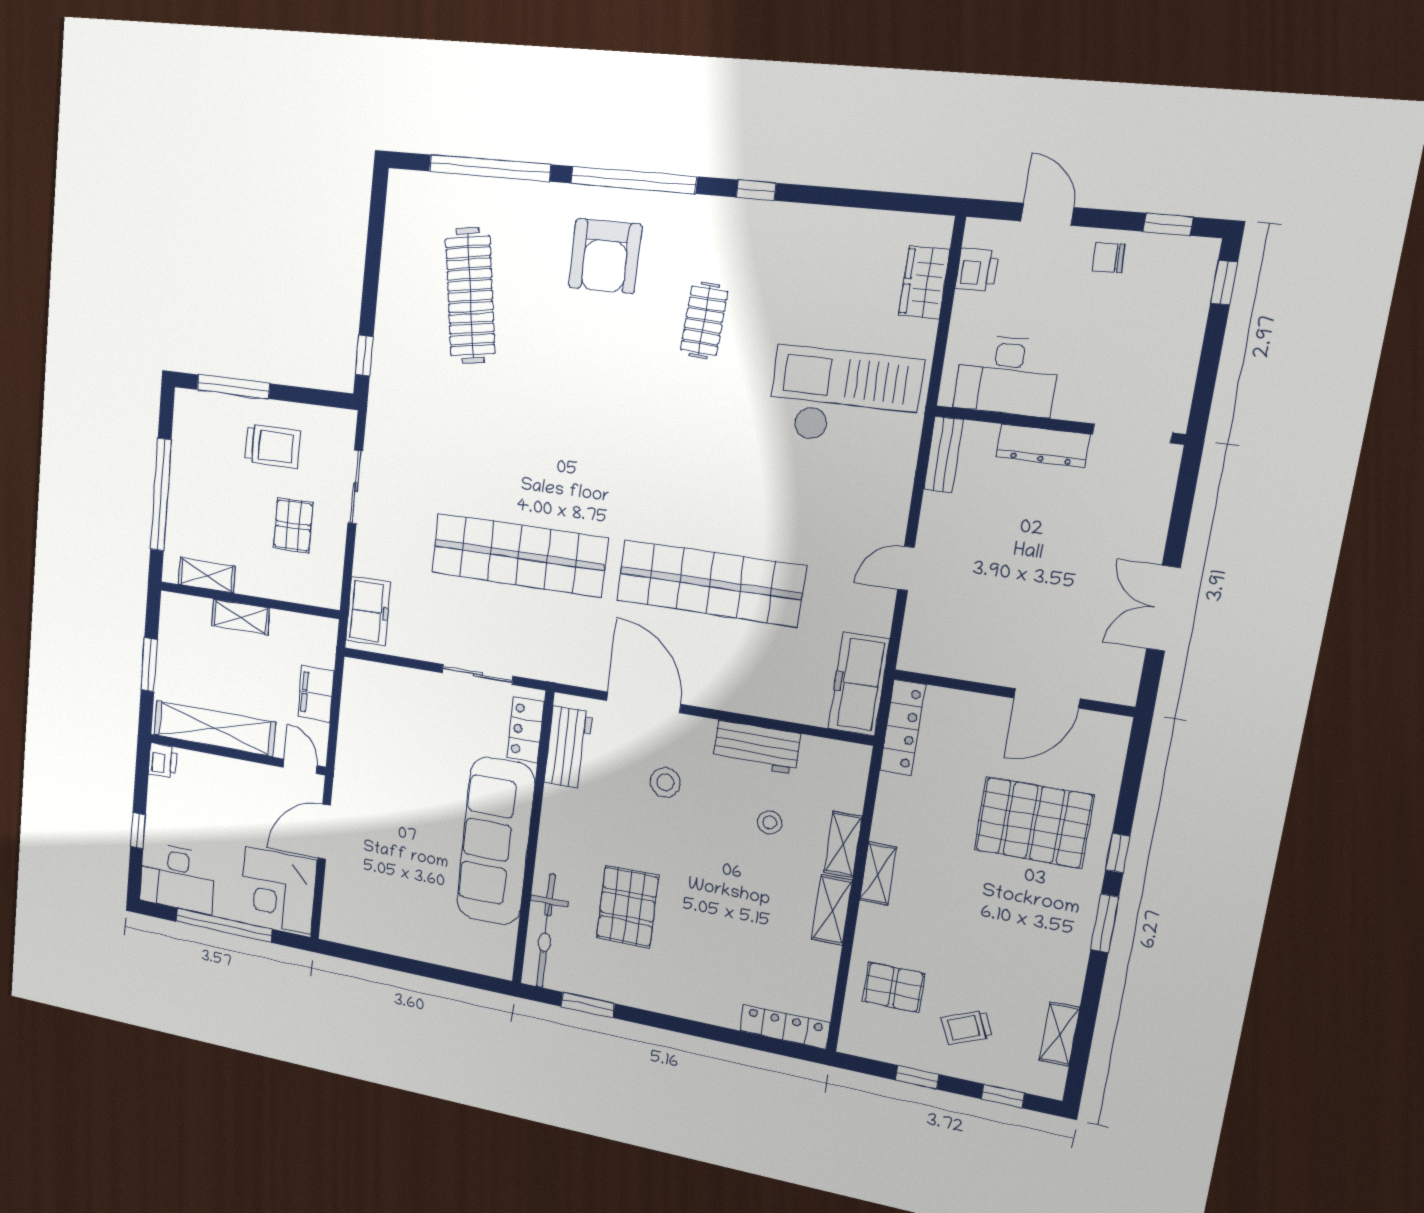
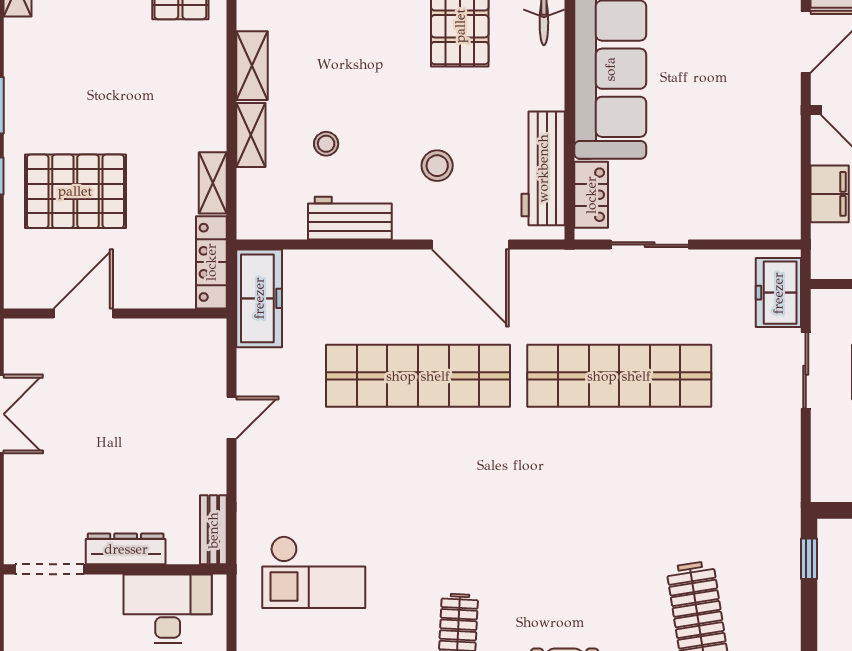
checkout: (844, 397) -> (314, 572), width x0.73, depth x0.83
sliding door: (355, 487) -> (806, 370), moved
workbench: (568, 747) -> (543, 168), width x1.37
shelving: (878, 874) -> (213, 183), moved

